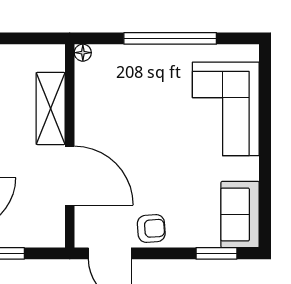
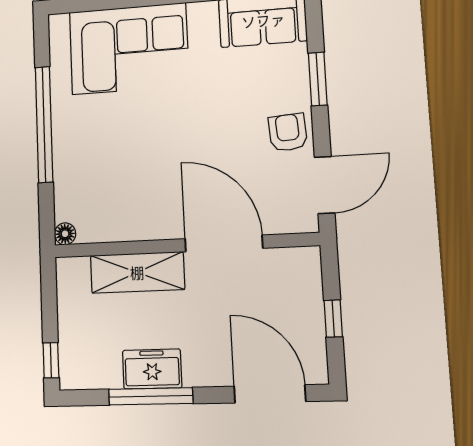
door: (70, 176) -> (224, 243), hinge flipped
window: (216, 253) -> (318, 79), moved

